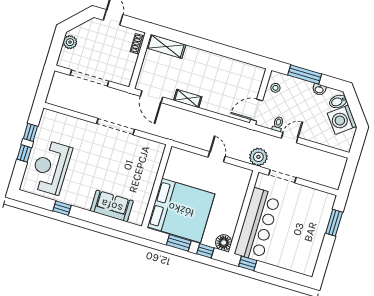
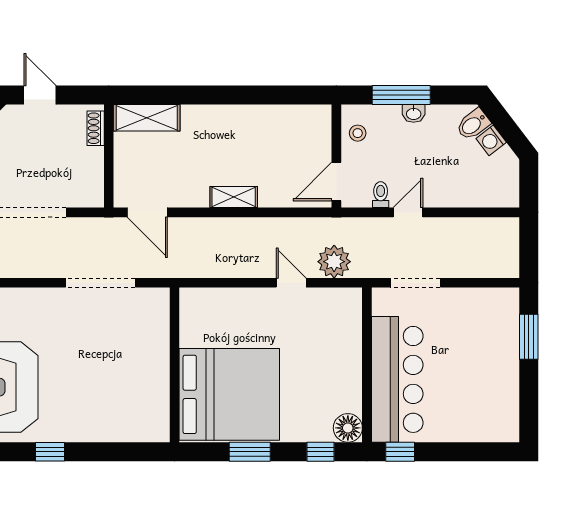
washbasin: (319, 89) -> (414, 113), moved
shelving: (188, 99) -> (234, 197), moved
washing machine: (342, 120) -> (491, 140), width x0.53, depth x0.53
plant: (258, 157) -> (334, 262), moved
wall: (157, 186) -> (174, 365), moved
sofa: (112, 206) -> (135, 422), removed
bed: (181, 210) -> (229, 394), moved
window: (179, 243) -> (250, 452), moved

